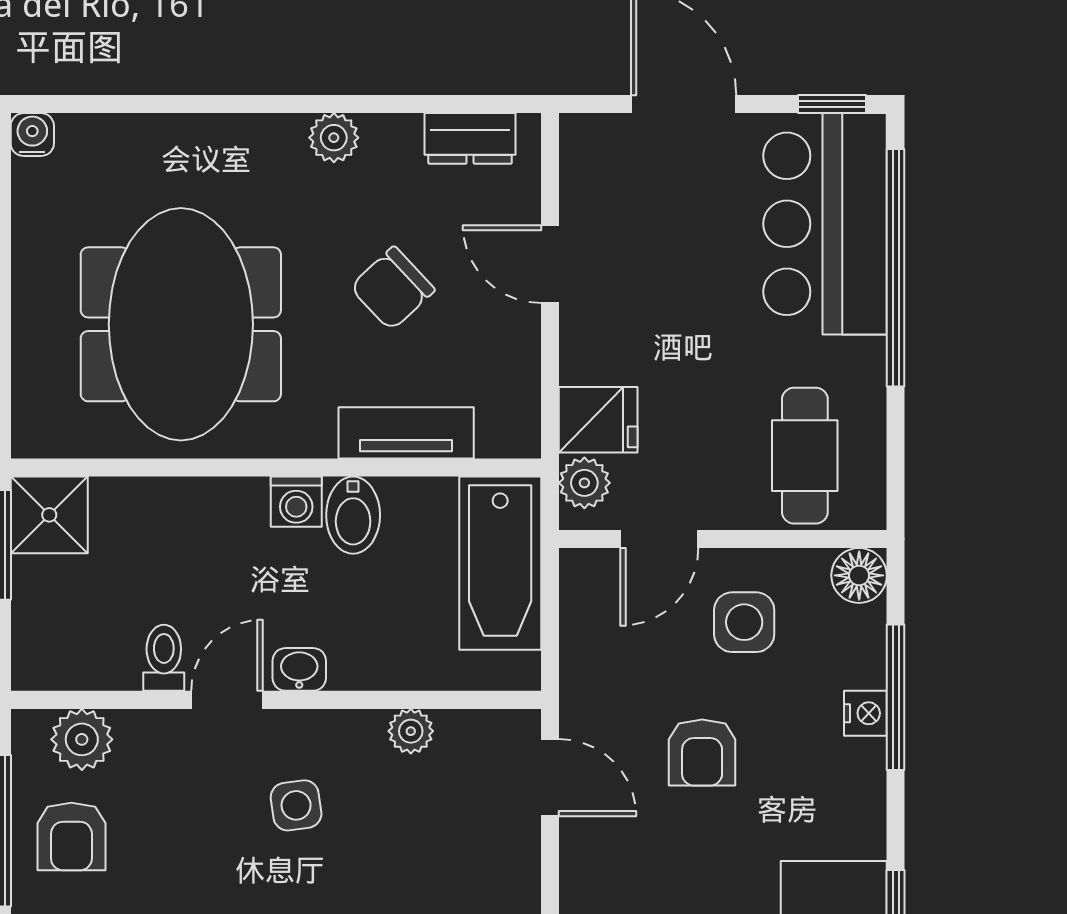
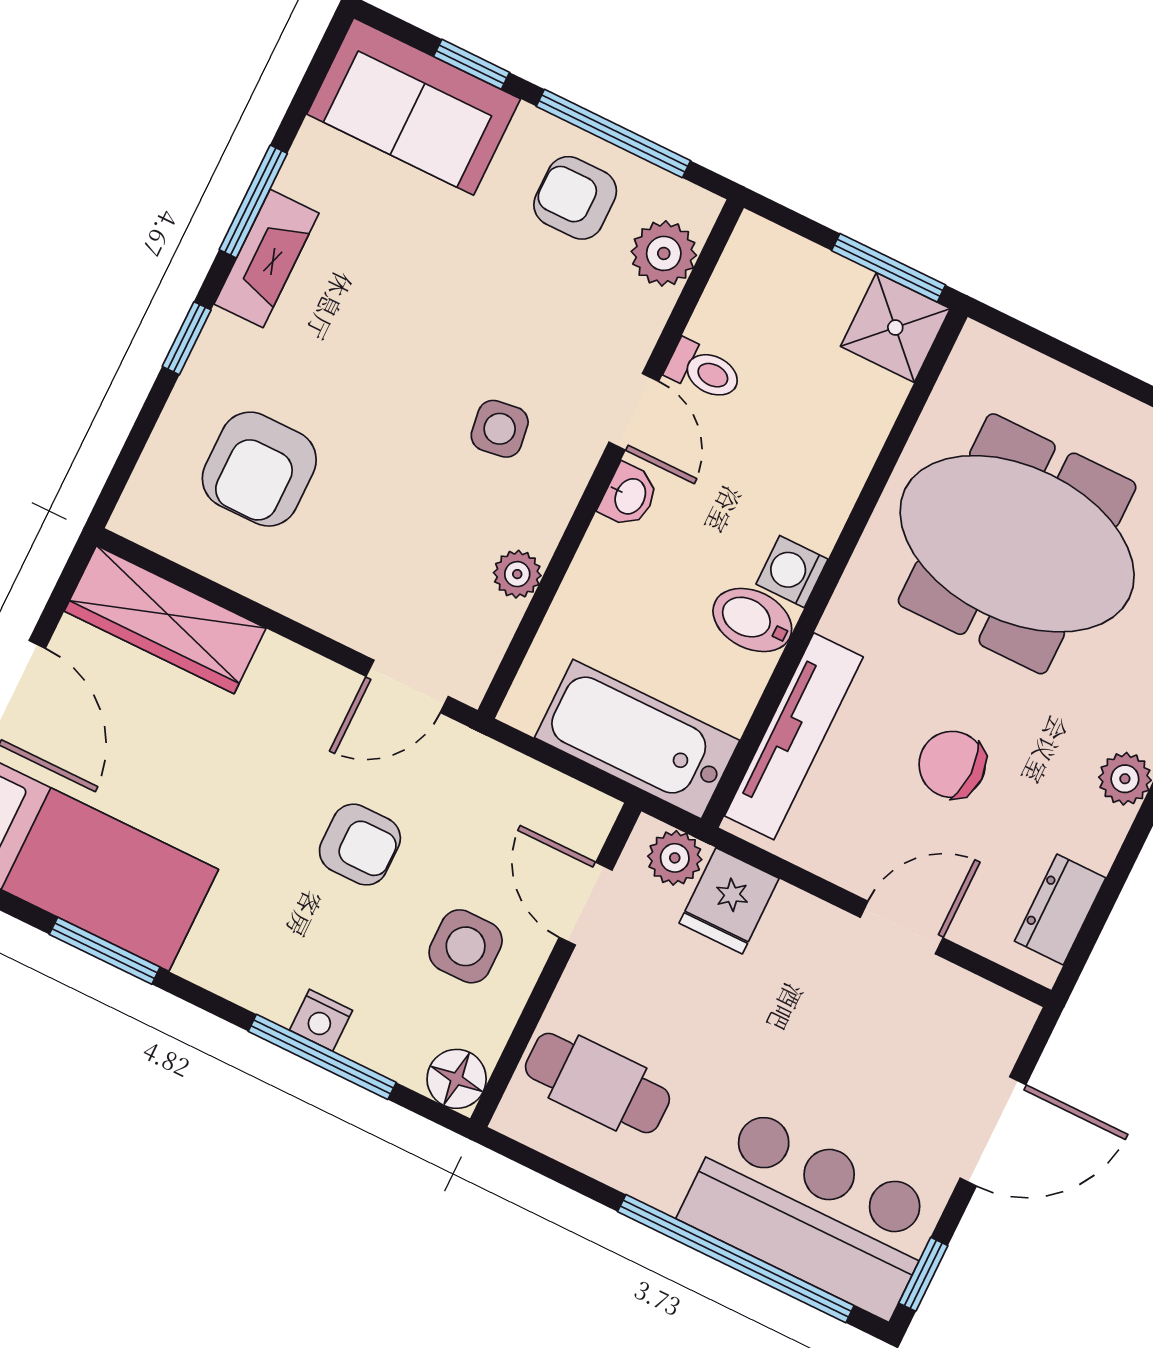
chair: (392, 288) -> (952, 764), turned -47
tv unit: (406, 433) -> (794, 736), width x1.41
armchair: (702, 752) -> (360, 845), turned 180

